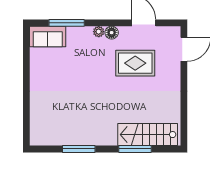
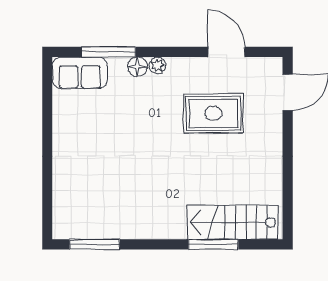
floor lamp: (112, 33) -> (138, 67), moved
window: (79, 149) -> (95, 244), moved

